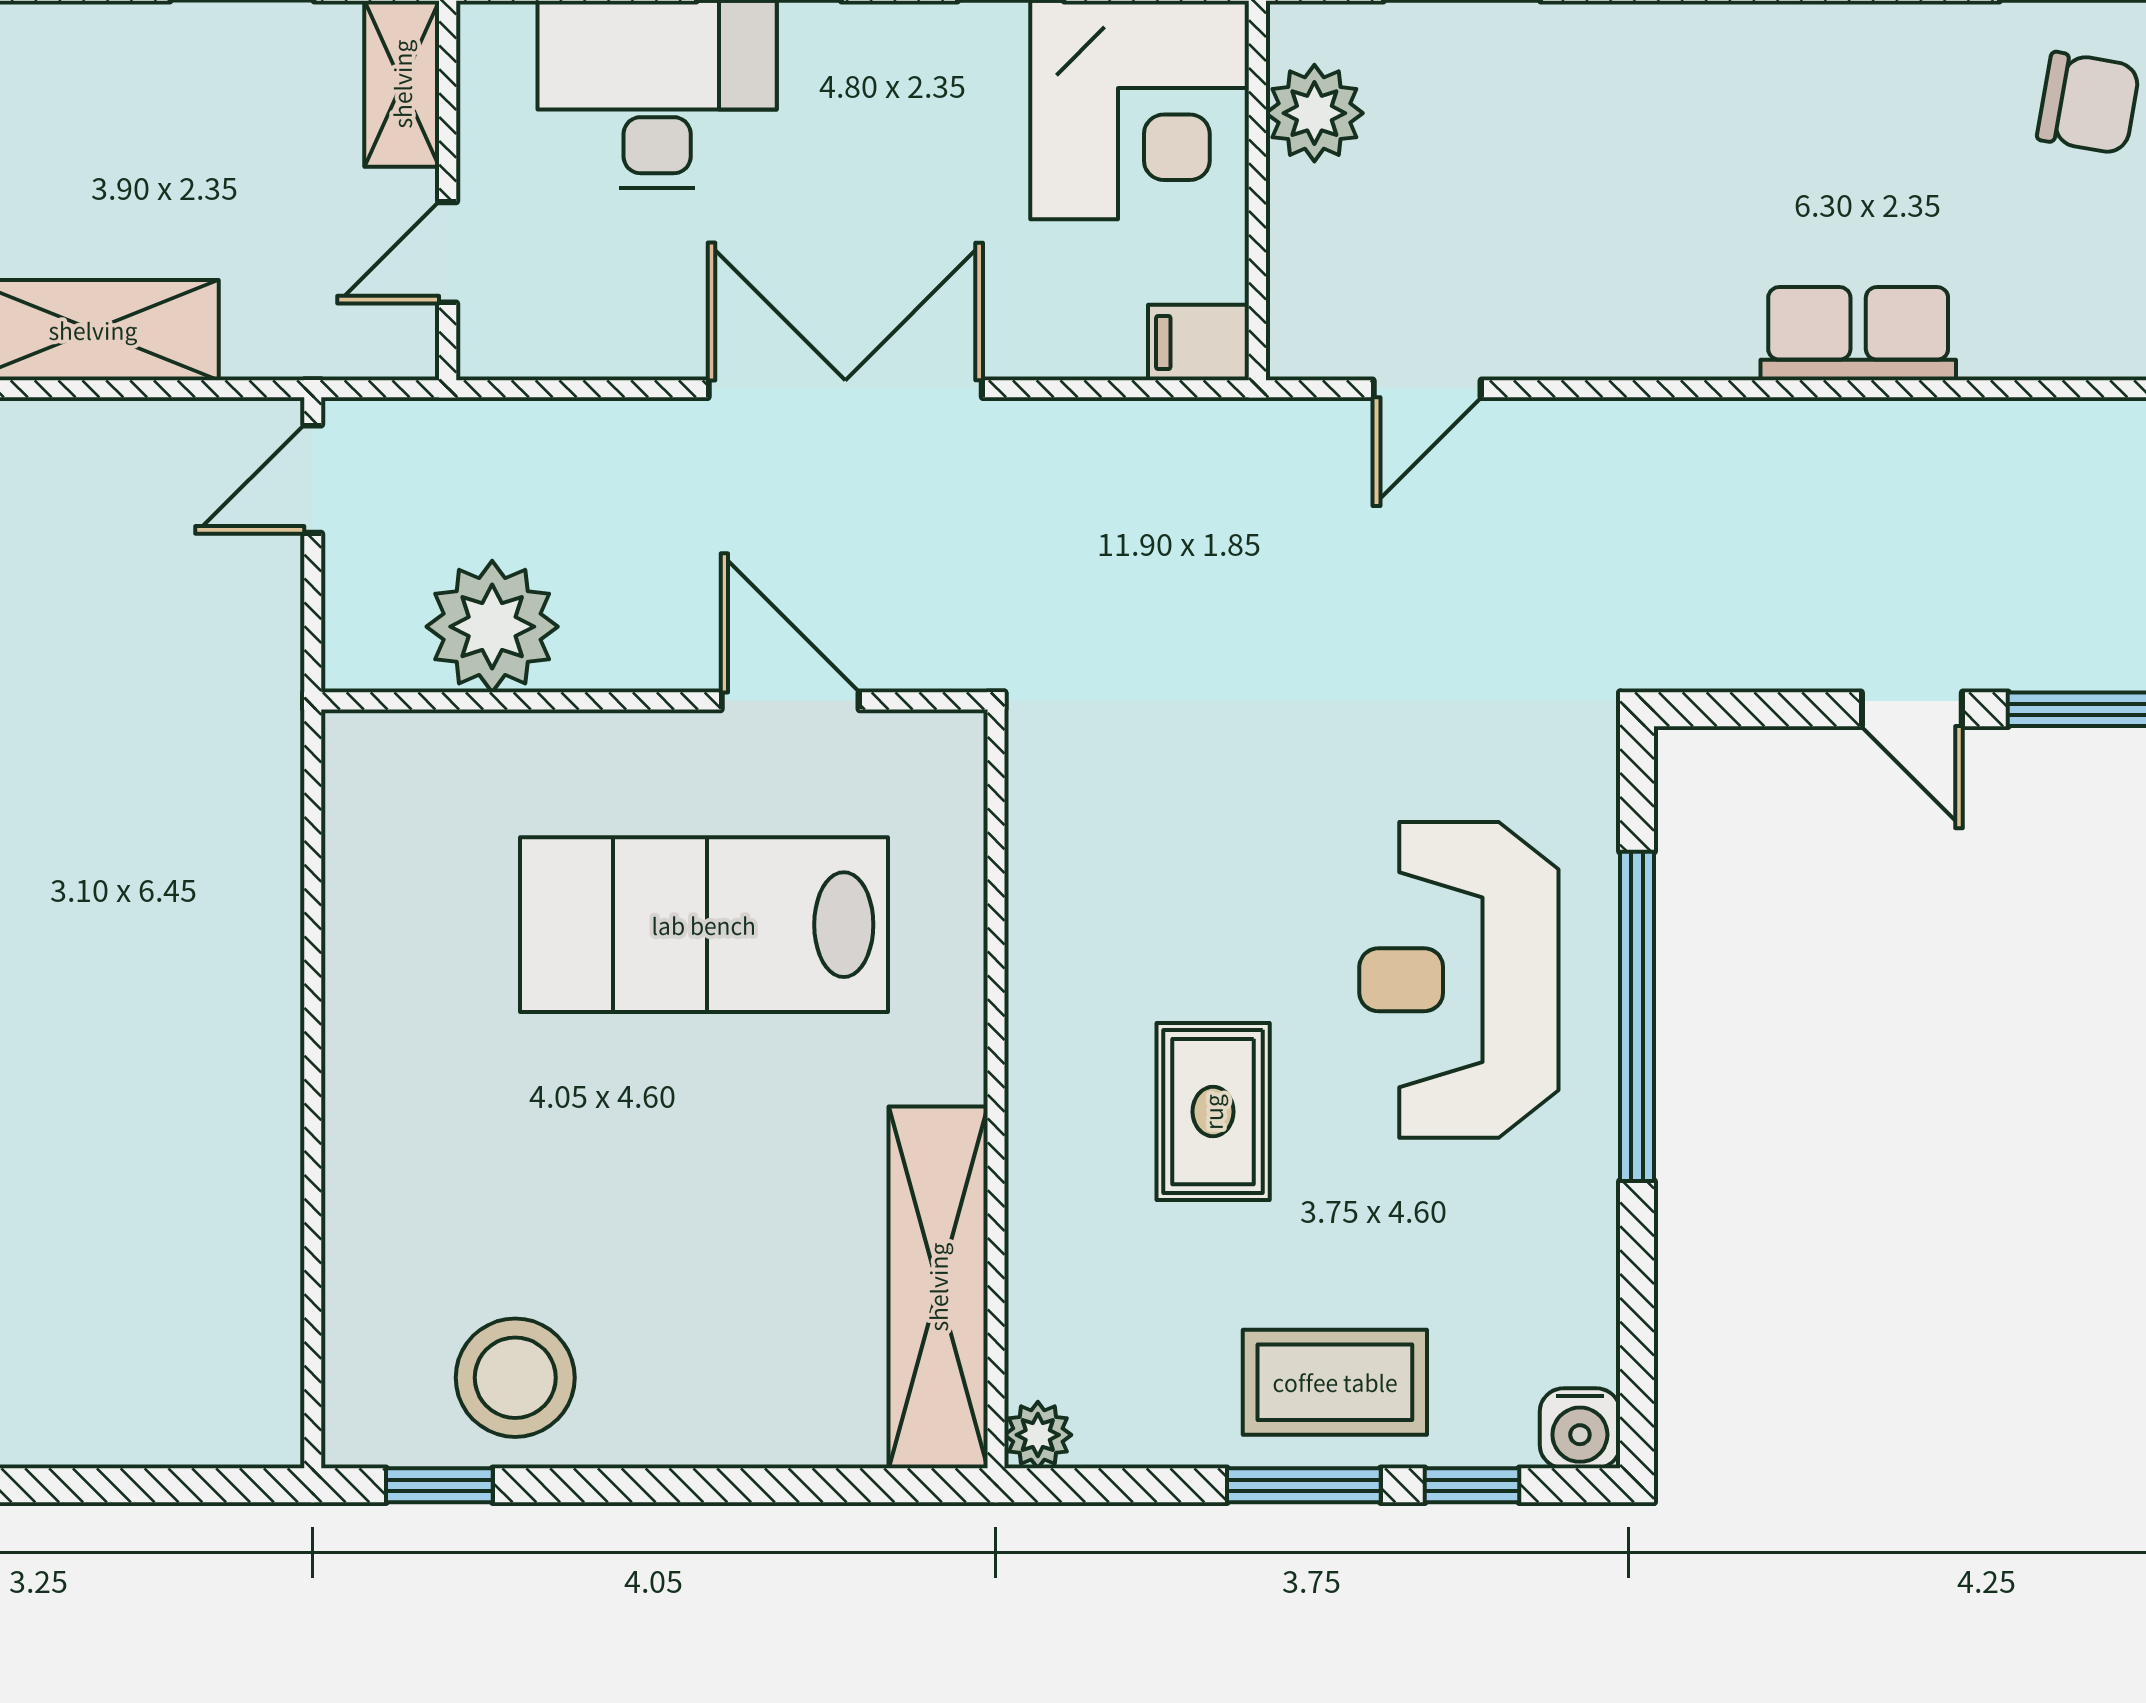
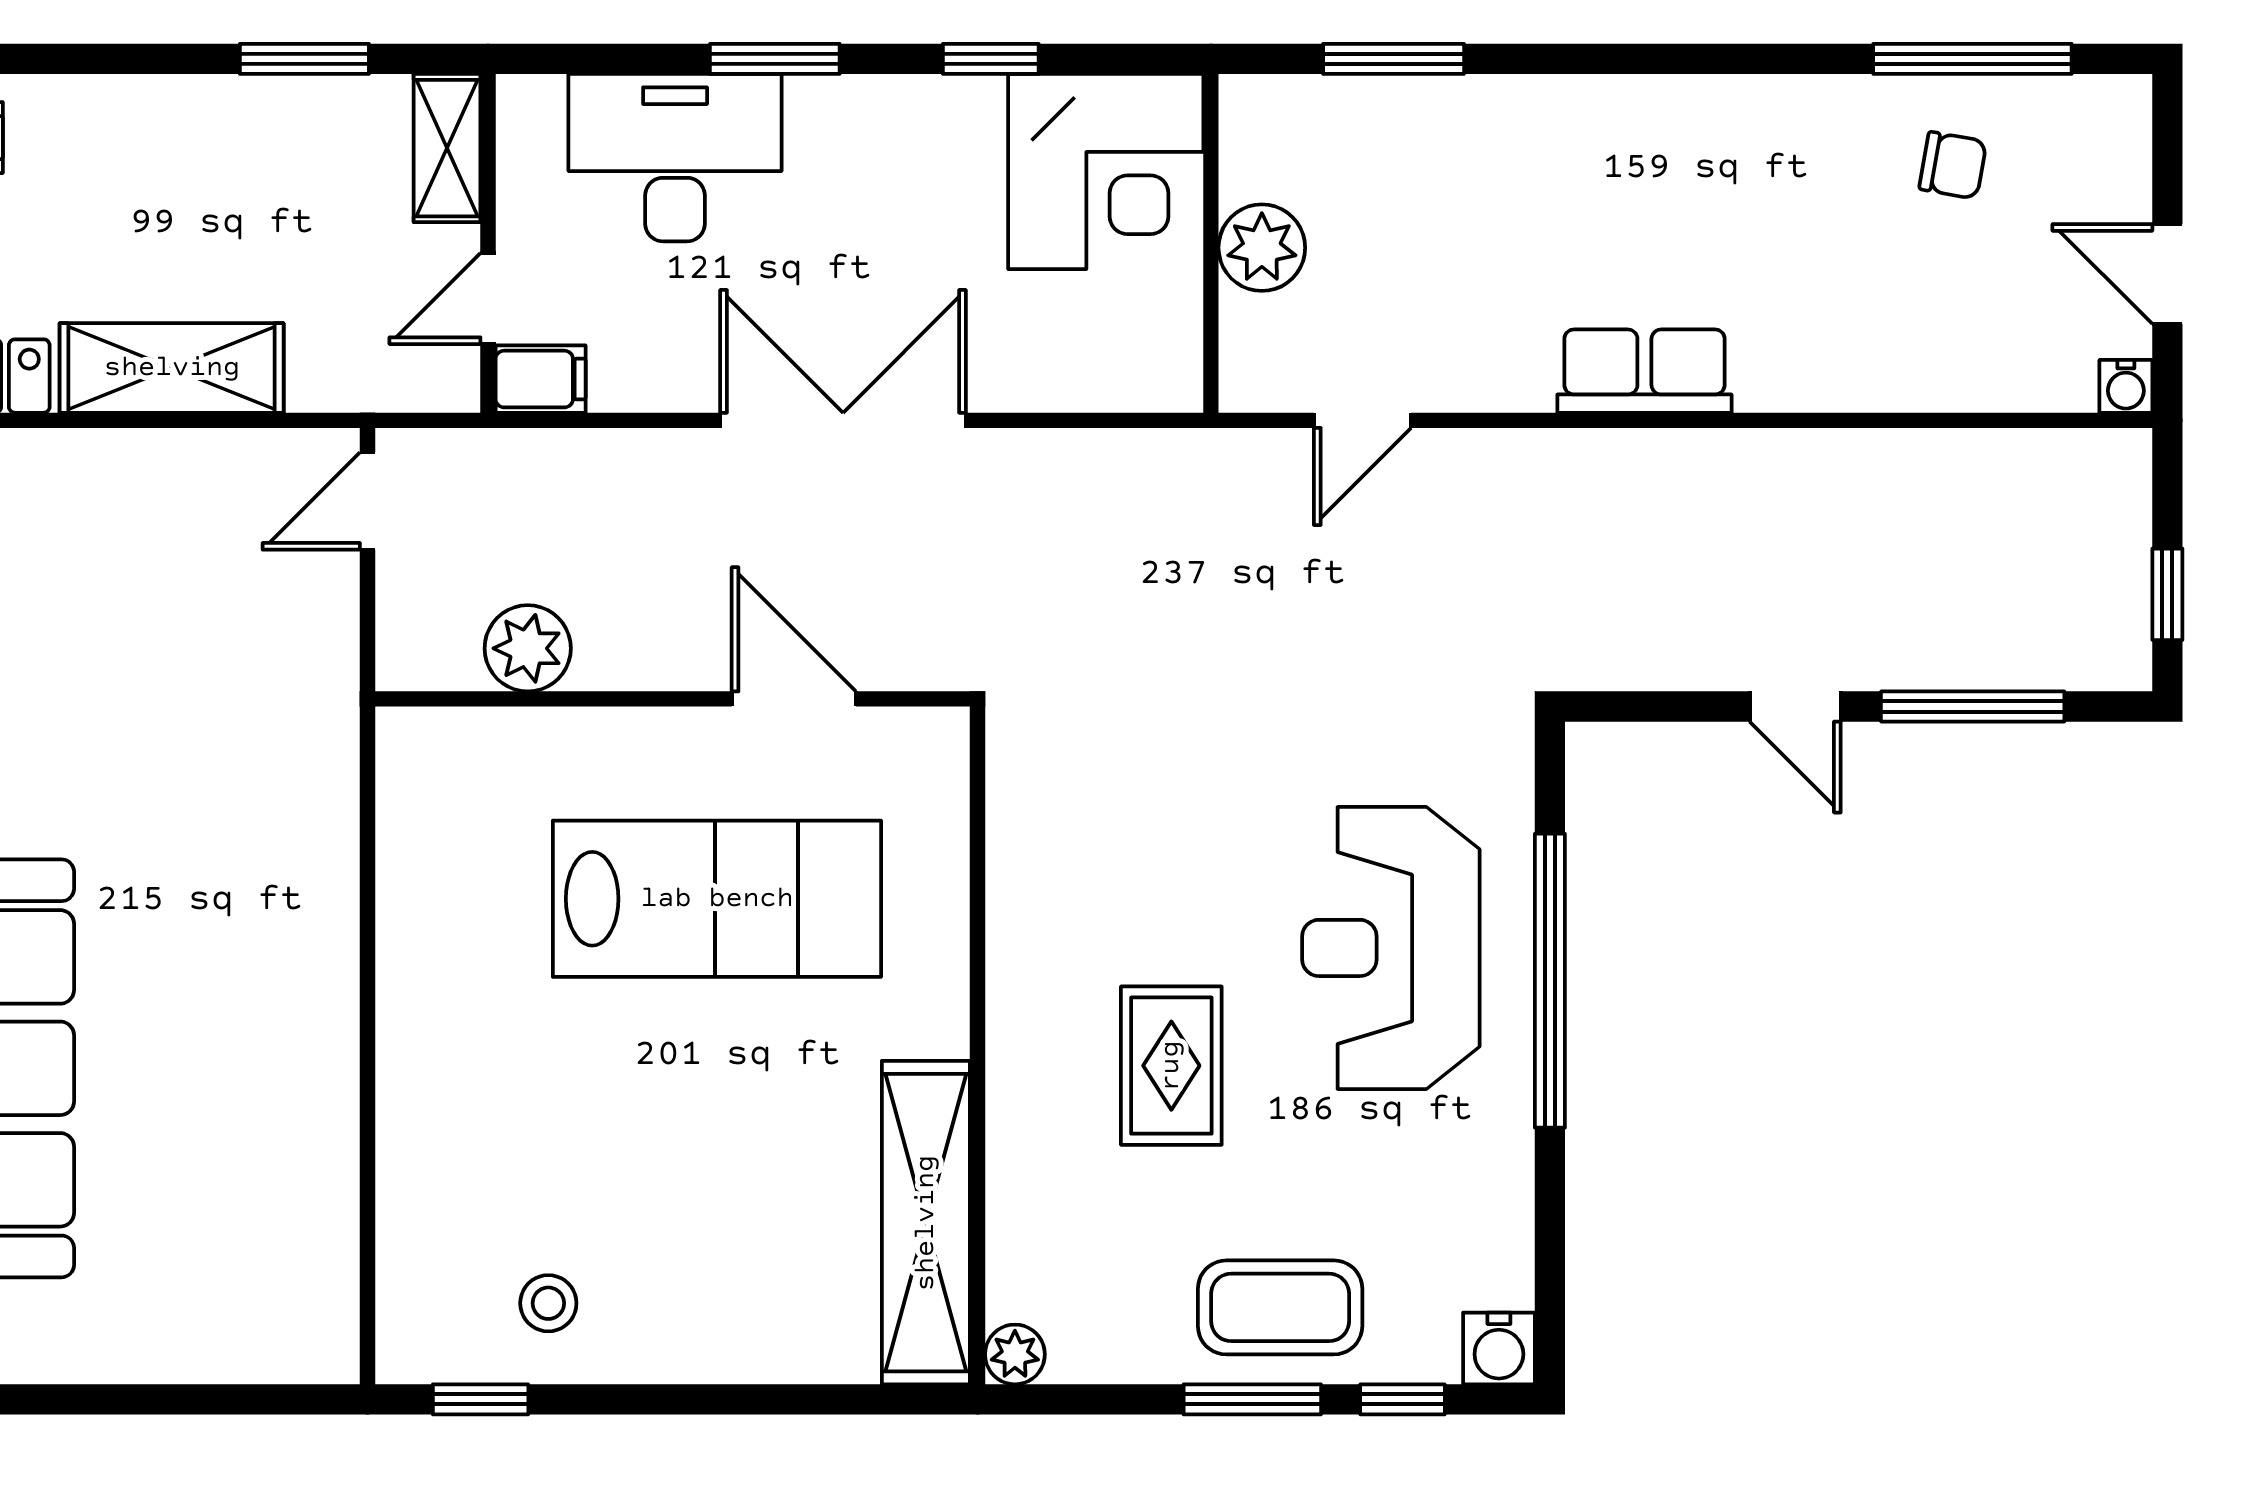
chair: (2088, 103) -> (1953, 165), width x0.73, depth x0.73
plant: (1314, 113) -> (1262, 248), moved
row of seats: (1858, 334) -> (1644, 371), moved
filing cabinet: (1199, 342) -> (541, 379), moved, turned 180
plant: (492, 627) -> (528, 648), width x0.73, depth x0.73
lab bench: (704, 925) -> (717, 899), turned 180
stool: (515, 1378) -> (548, 1303), width x0.53, depth x0.53

